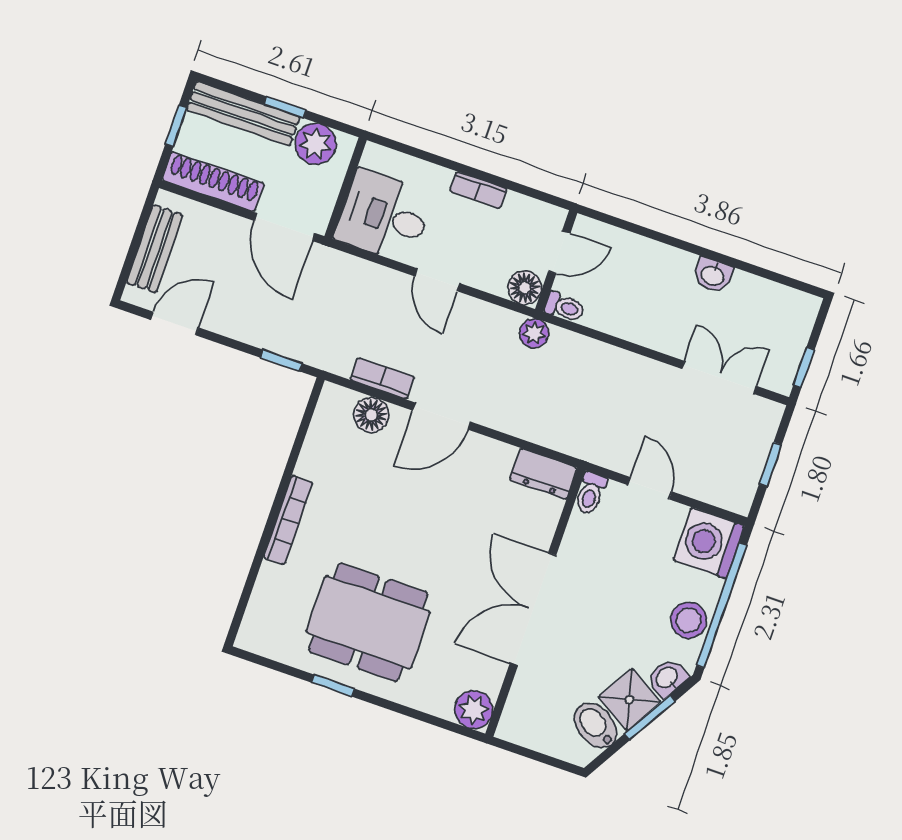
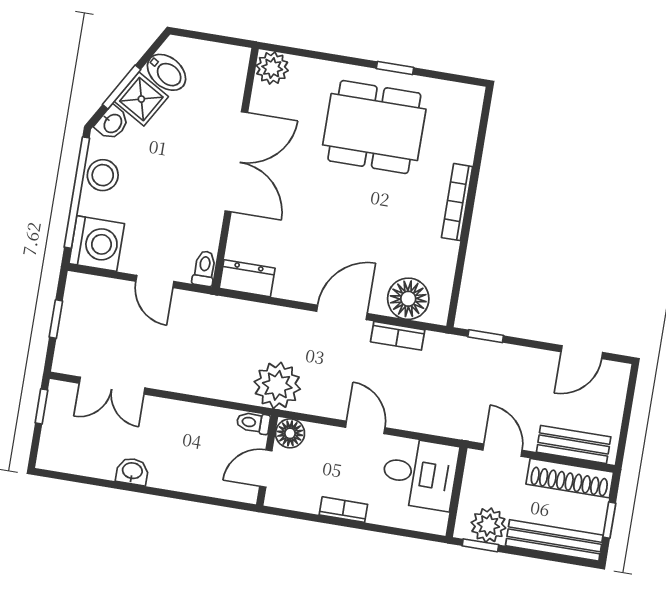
window: (285, 107) -> (480, 545), moved
door: (285, 227) -> (502, 450), width x0.73
bench: (155, 249) -> (574, 444), moved, turned 90
plant: (534, 333) -> (277, 385), width x1.88, depth x1.88
floor lamp: (371, 415) -> (408, 299), width x1.38, depth x1.38

